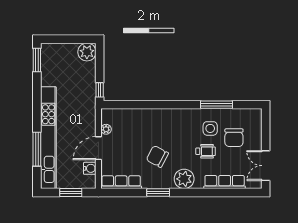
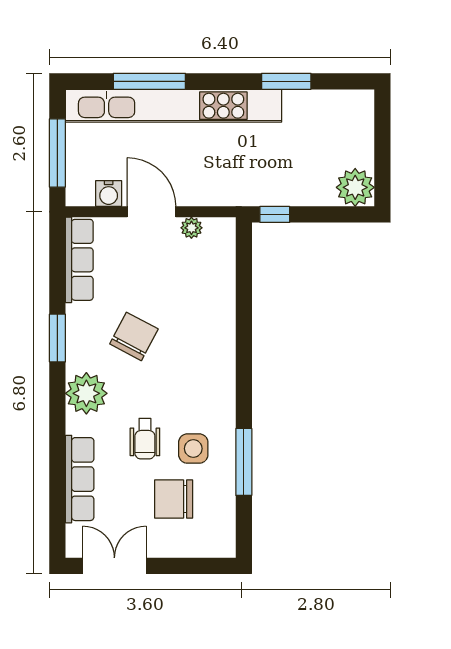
window: (37, 60) -> (286, 81), moved
window: (71, 192) -> (57, 153), width x1.44

